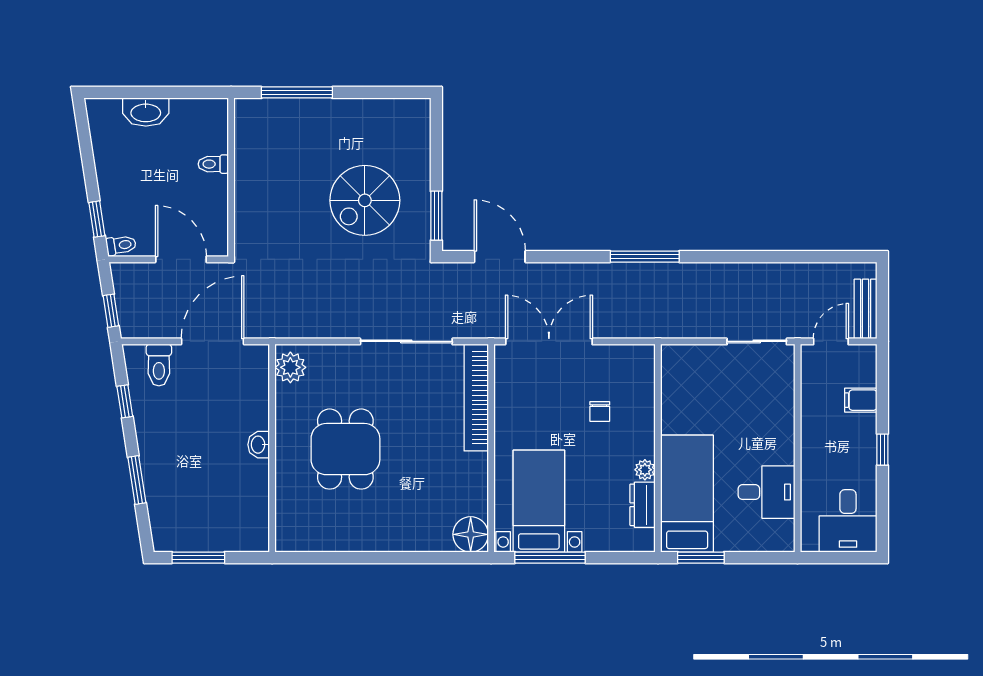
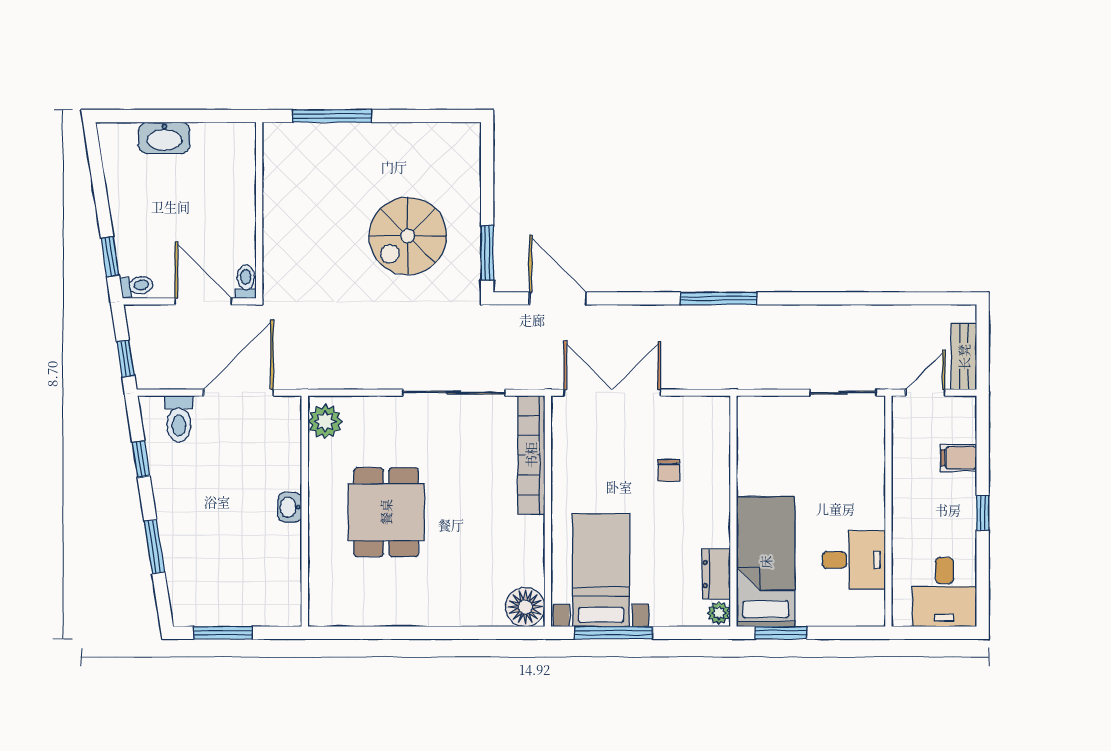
toilet: (213, 164) -> (246, 282), moved, turned 90
plant: (645, 470) -> (719, 613), moved

